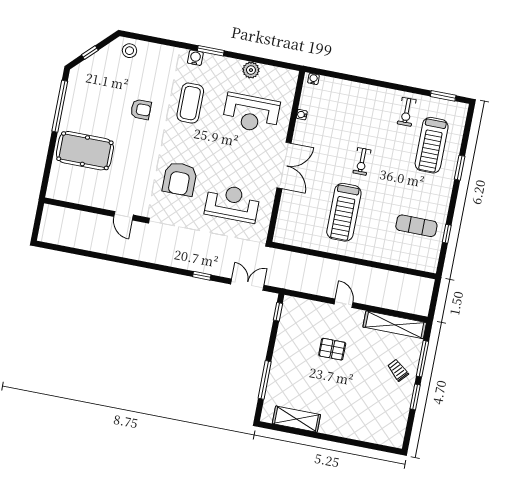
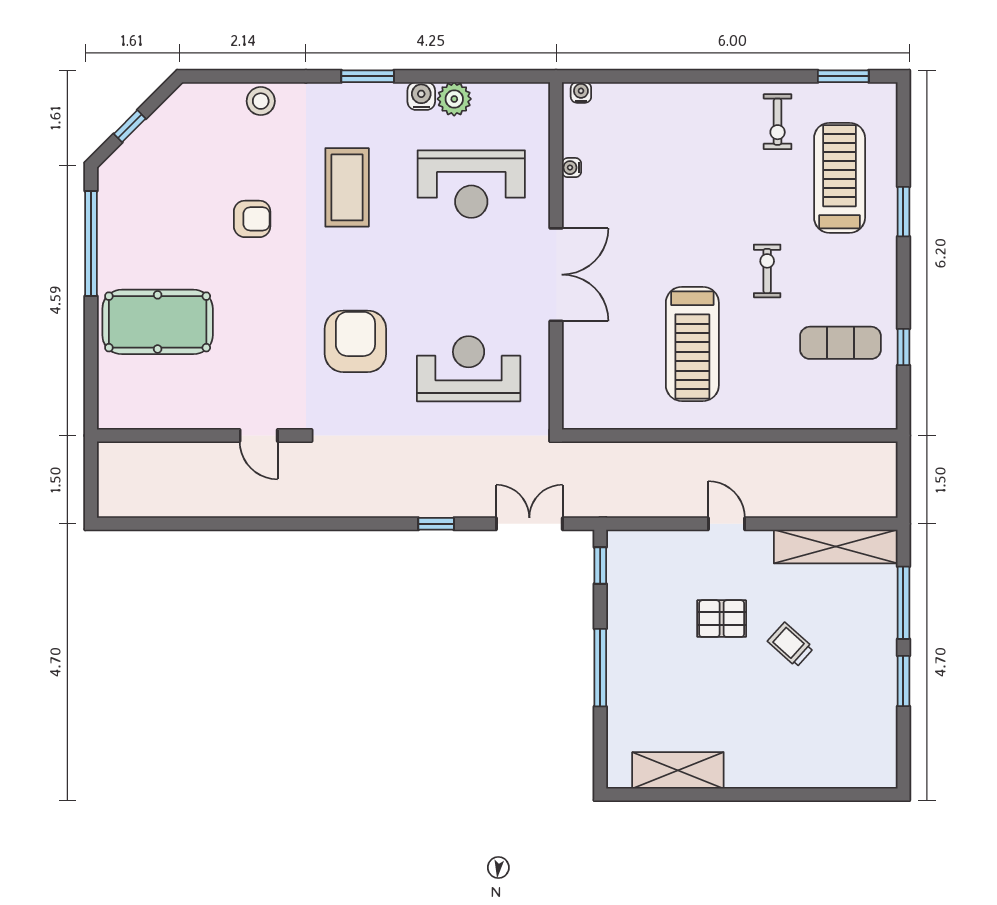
stool: (130, 51) -> (261, 101), moved
water cooler: (195, 58) -> (421, 96), moved
treadmill: (432, 145) -> (840, 178), turned 180
exercise bike: (362, 161) -> (767, 271), moved, turned 180
armchair: (180, 179) -> (355, 341), turned 180
trolley: (398, 370) -> (791, 645), moved
window: (265, 380) -> (600, 668), moved

